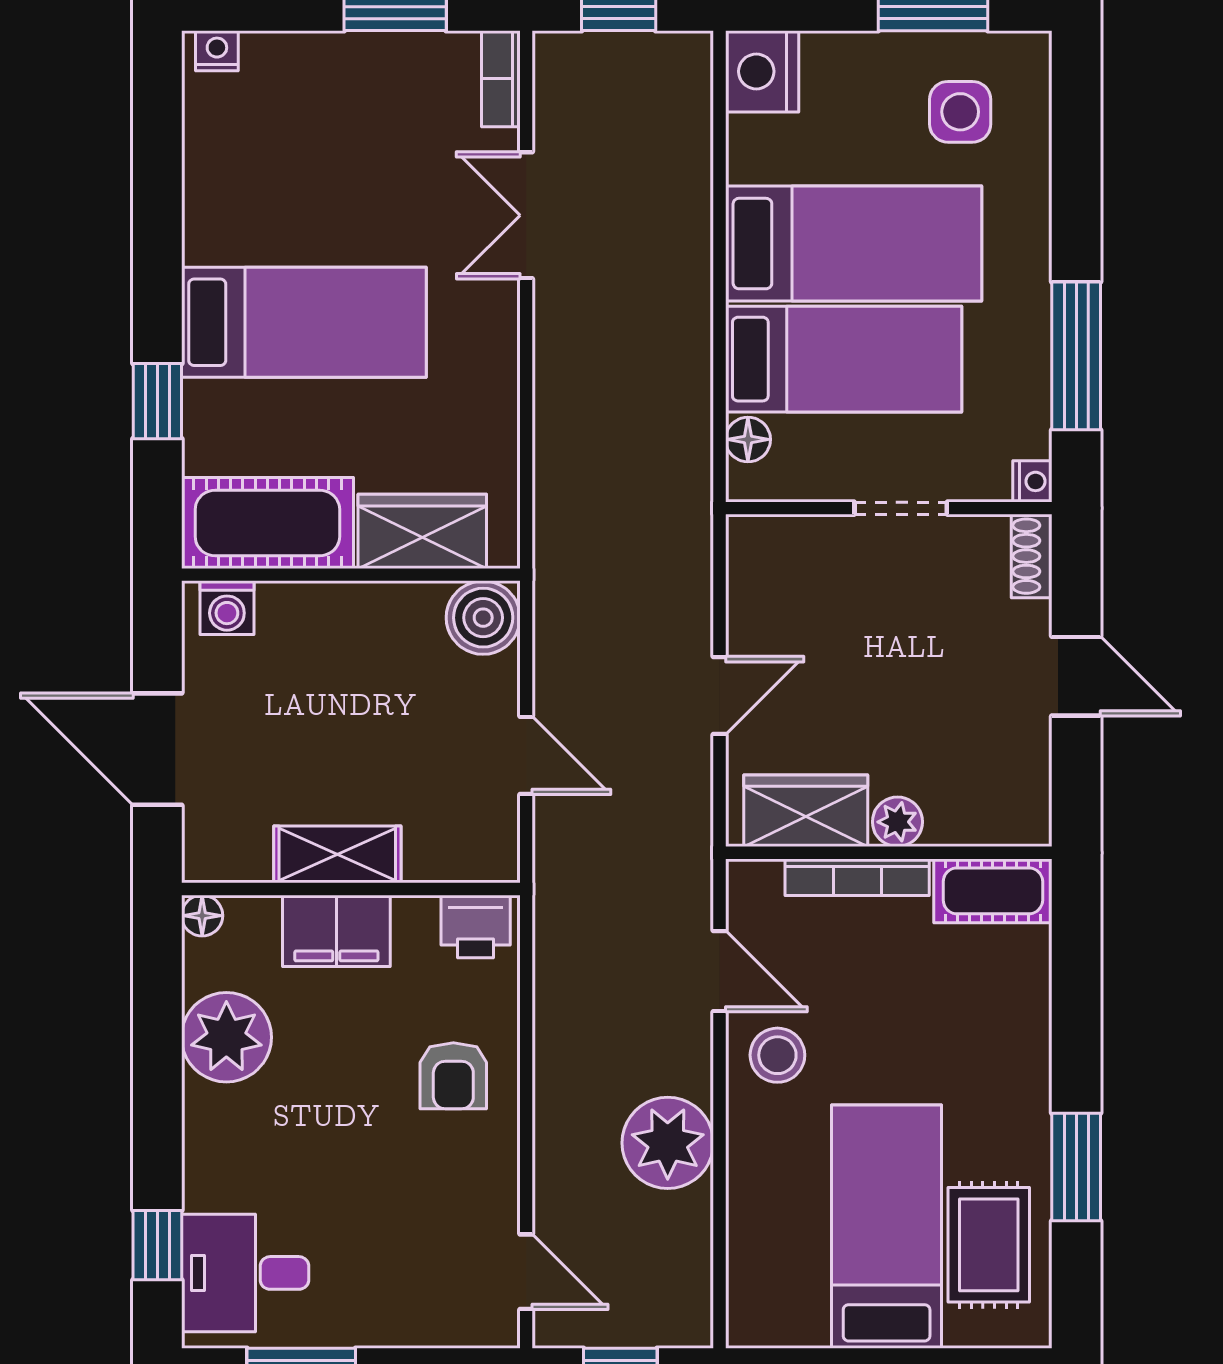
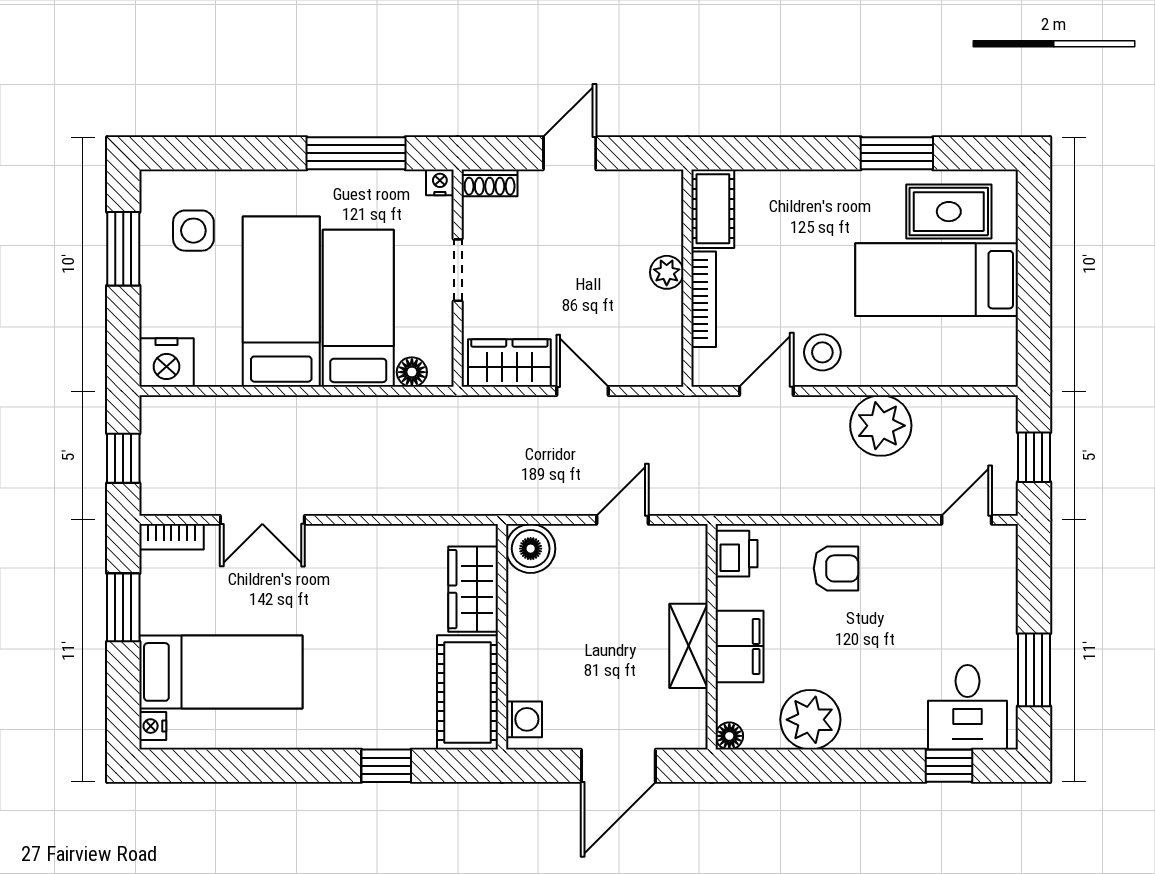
bed: (304, 322) -> (221, 672), moved, turned 90
wardrobe: (806, 811) -> (509, 363), moved, turned 90

